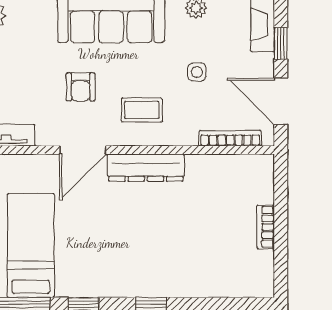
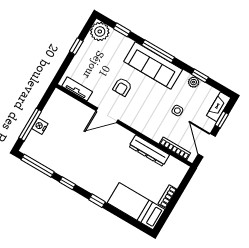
coffee table: (142, 110) -> (143, 113), removed
dresser: (146, 168) -> (149, 151), moved
bed: (31, 246) -> (136, 206), moved, turned -90

